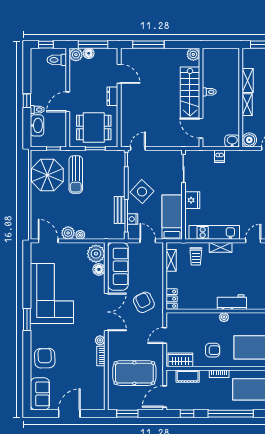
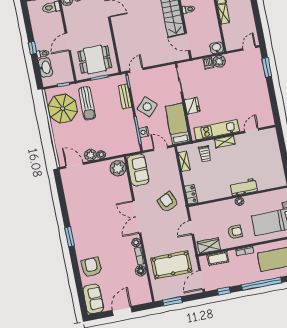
dresser: (112, 96) -> (106, 29), removed
boiler: (249, 140) -> (231, 44), removed
plant: (232, 157) -> (219, 61), added
bench: (120, 210) -> (125, 96), moved
sofa: (118, 266) -> (138, 170), width x0.73
floor lamp: (99, 269) -> (141, 271), moved
corner sofa: (52, 294) -> (87, 210), removed
double door: (106, 312) -> (137, 217), swing flipped

